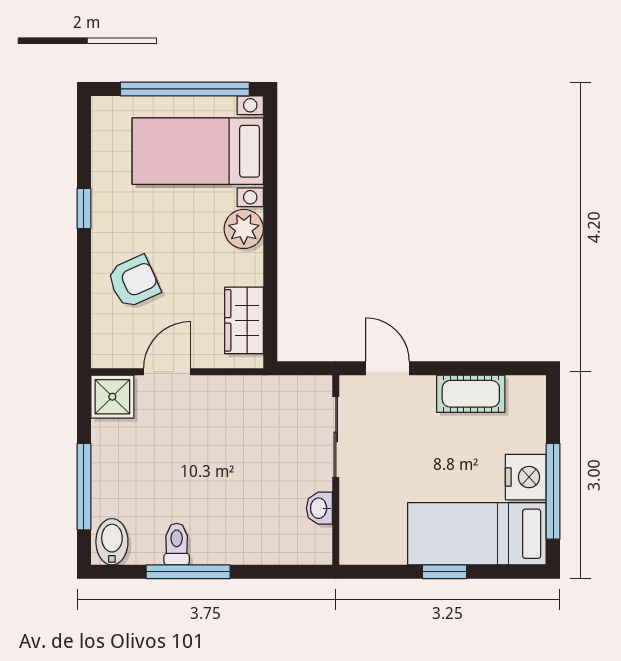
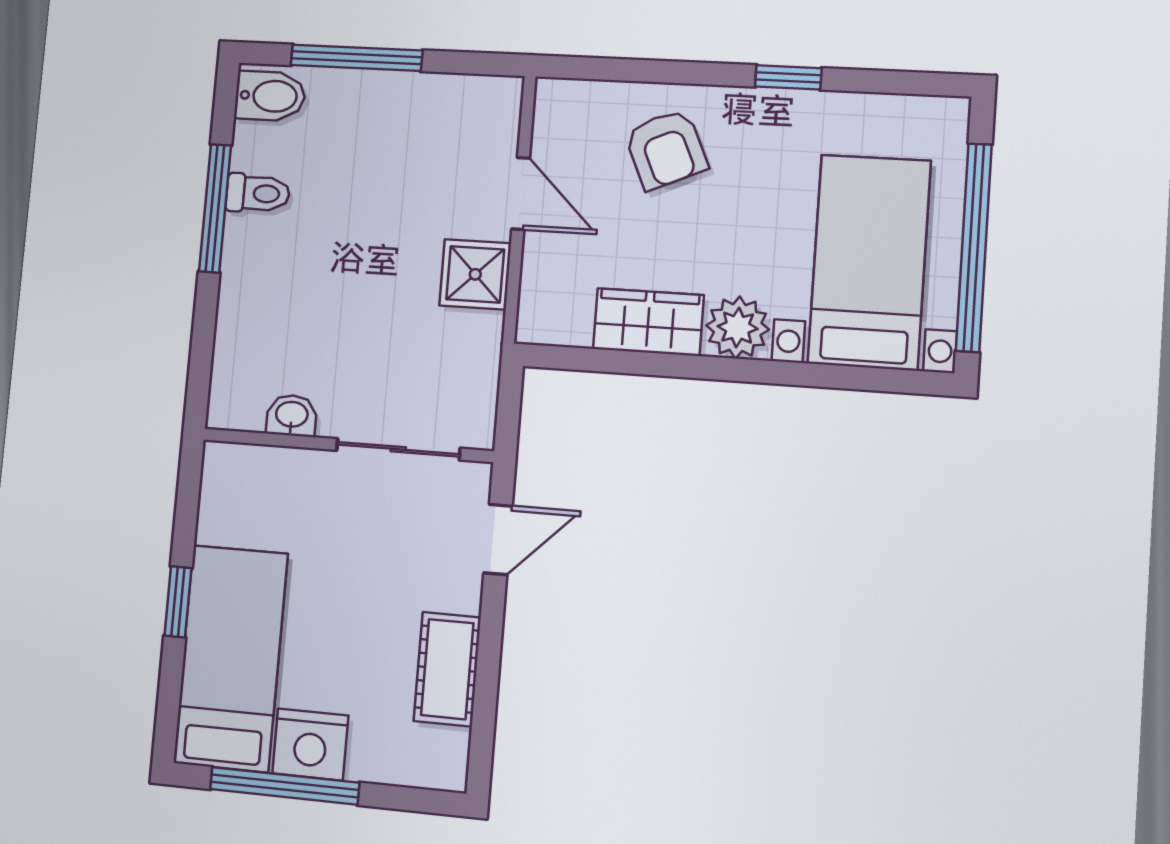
wardrobe: (244, 320) -> (648, 322), moved
shower: (112, 397) -> (475, 274), moved

